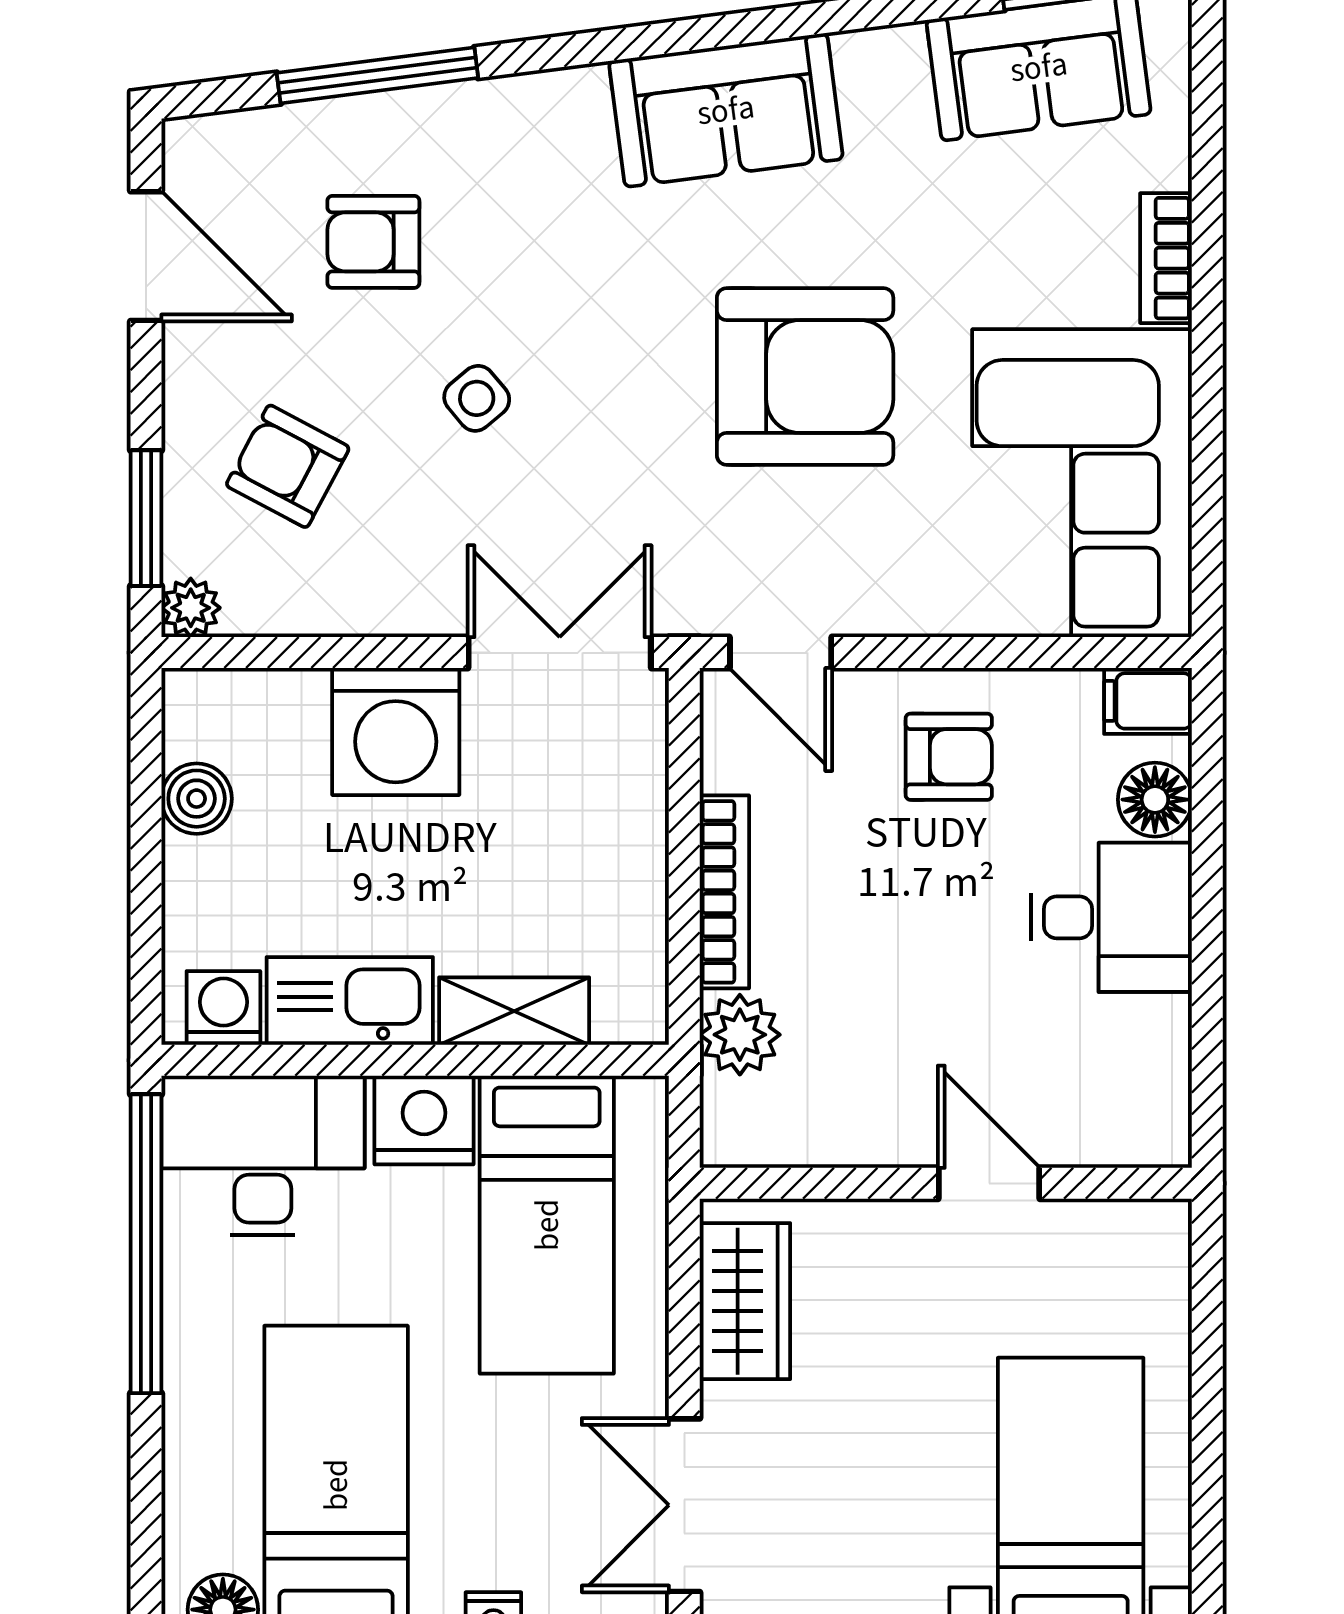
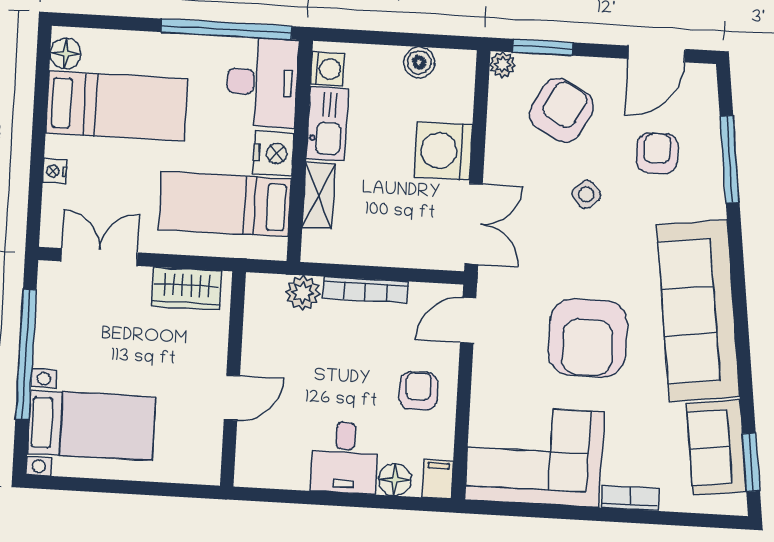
sofa: (726, 110) -> (698, 311), width x1.85, depth x1.27
armchair: (288, 466) -> (562, 110), width x1.38, depth x1.38
armchair: (949, 757) -> (419, 391), turned 180

